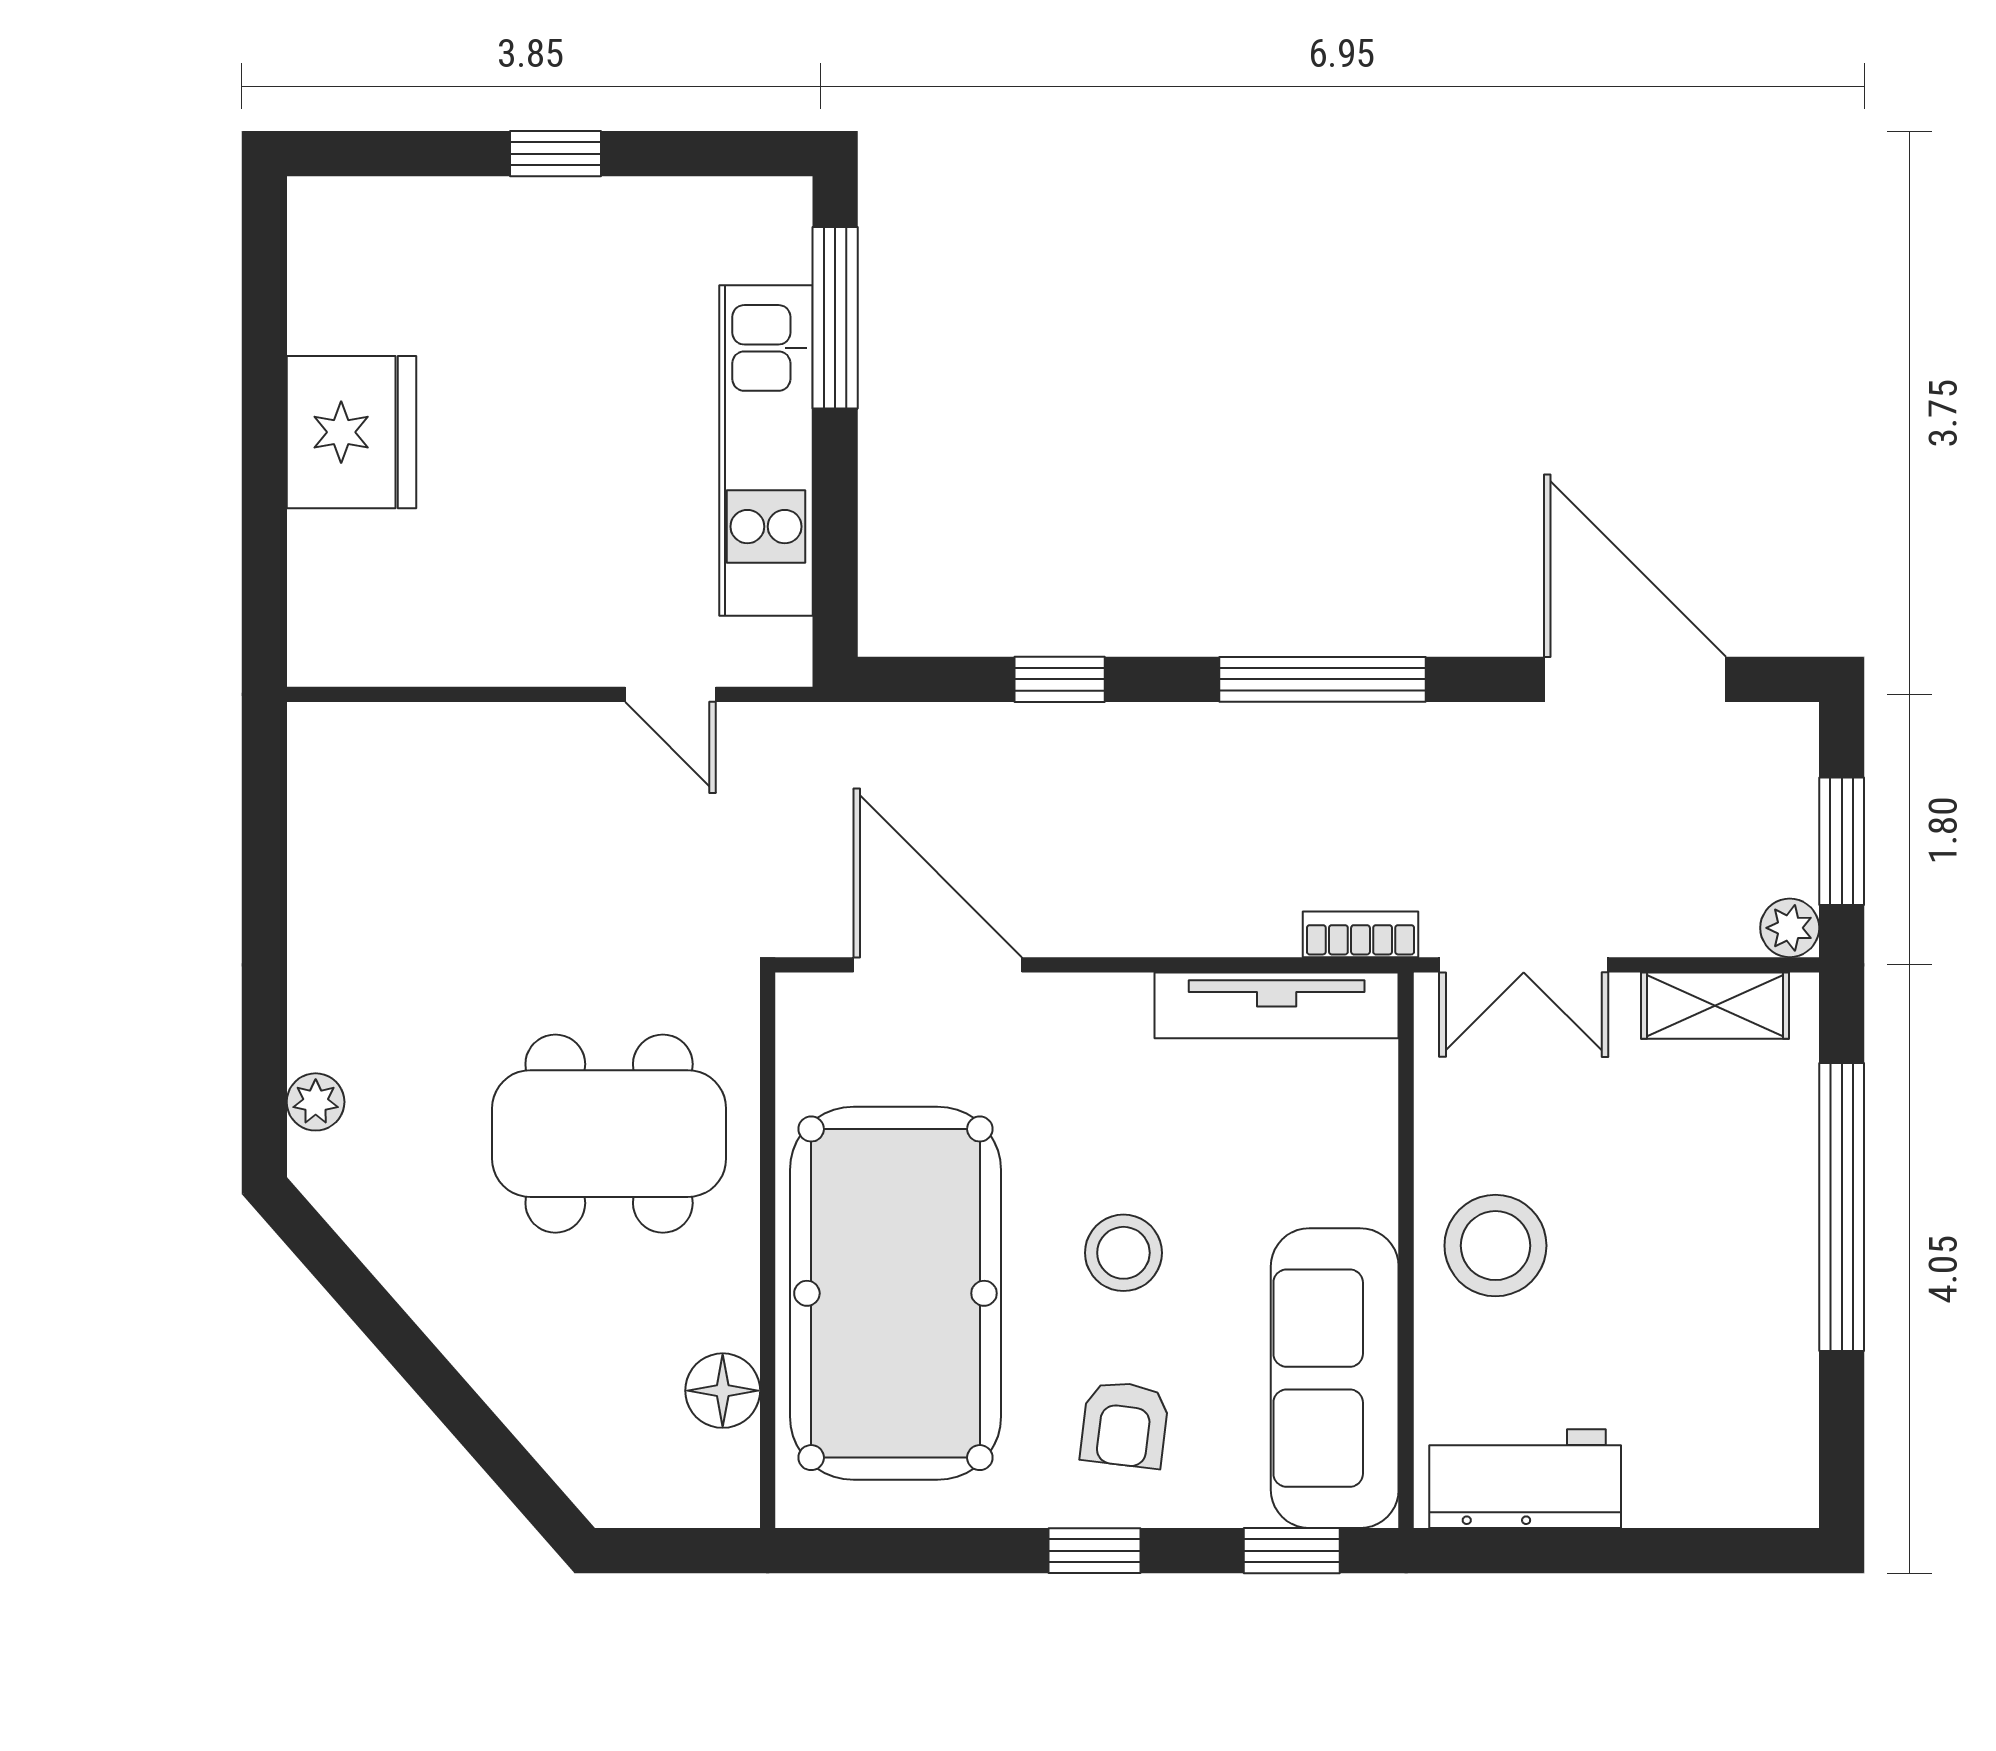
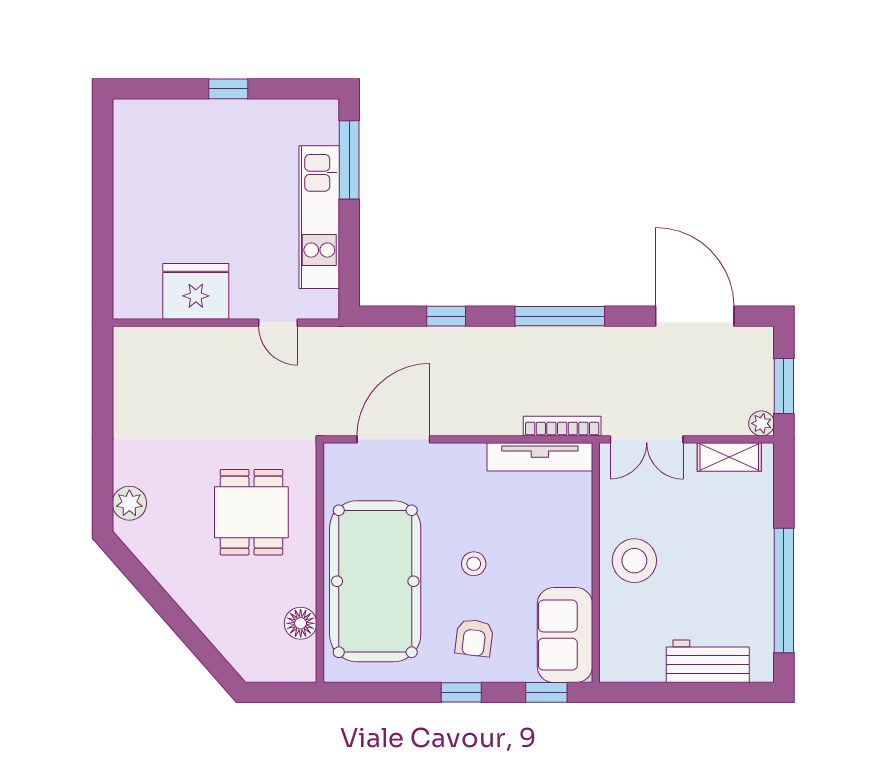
fridge: (351, 432) -> (196, 291), moved, turned -90
bookcase: (1360, 934) -> (562, 426), width x1.56
door: (938, 965) -> (393, 439), hinge flipped
plant: (316, 1102) -> (129, 503), width x1.38, depth x1.38
dining table: (609, 1134) -> (251, 512), width x0.73
window: (1842, 1207) -> (784, 590), moved
stool: (1123, 1253) -> (474, 564), width x0.73, depth x0.73
sofa: (1335, 1378) -> (565, 635), width x0.73
workbench: (1525, 1479) -> (708, 661), moved

